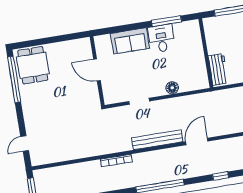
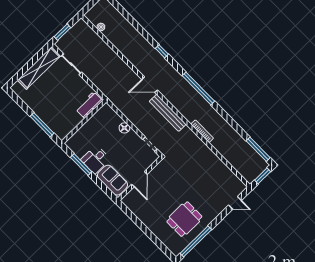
dining table: (33, 65) -> (184, 219), moved
door: (97, 70) -> (139, 179), moved
wall: (97, 71) -> (140, 179), moved

